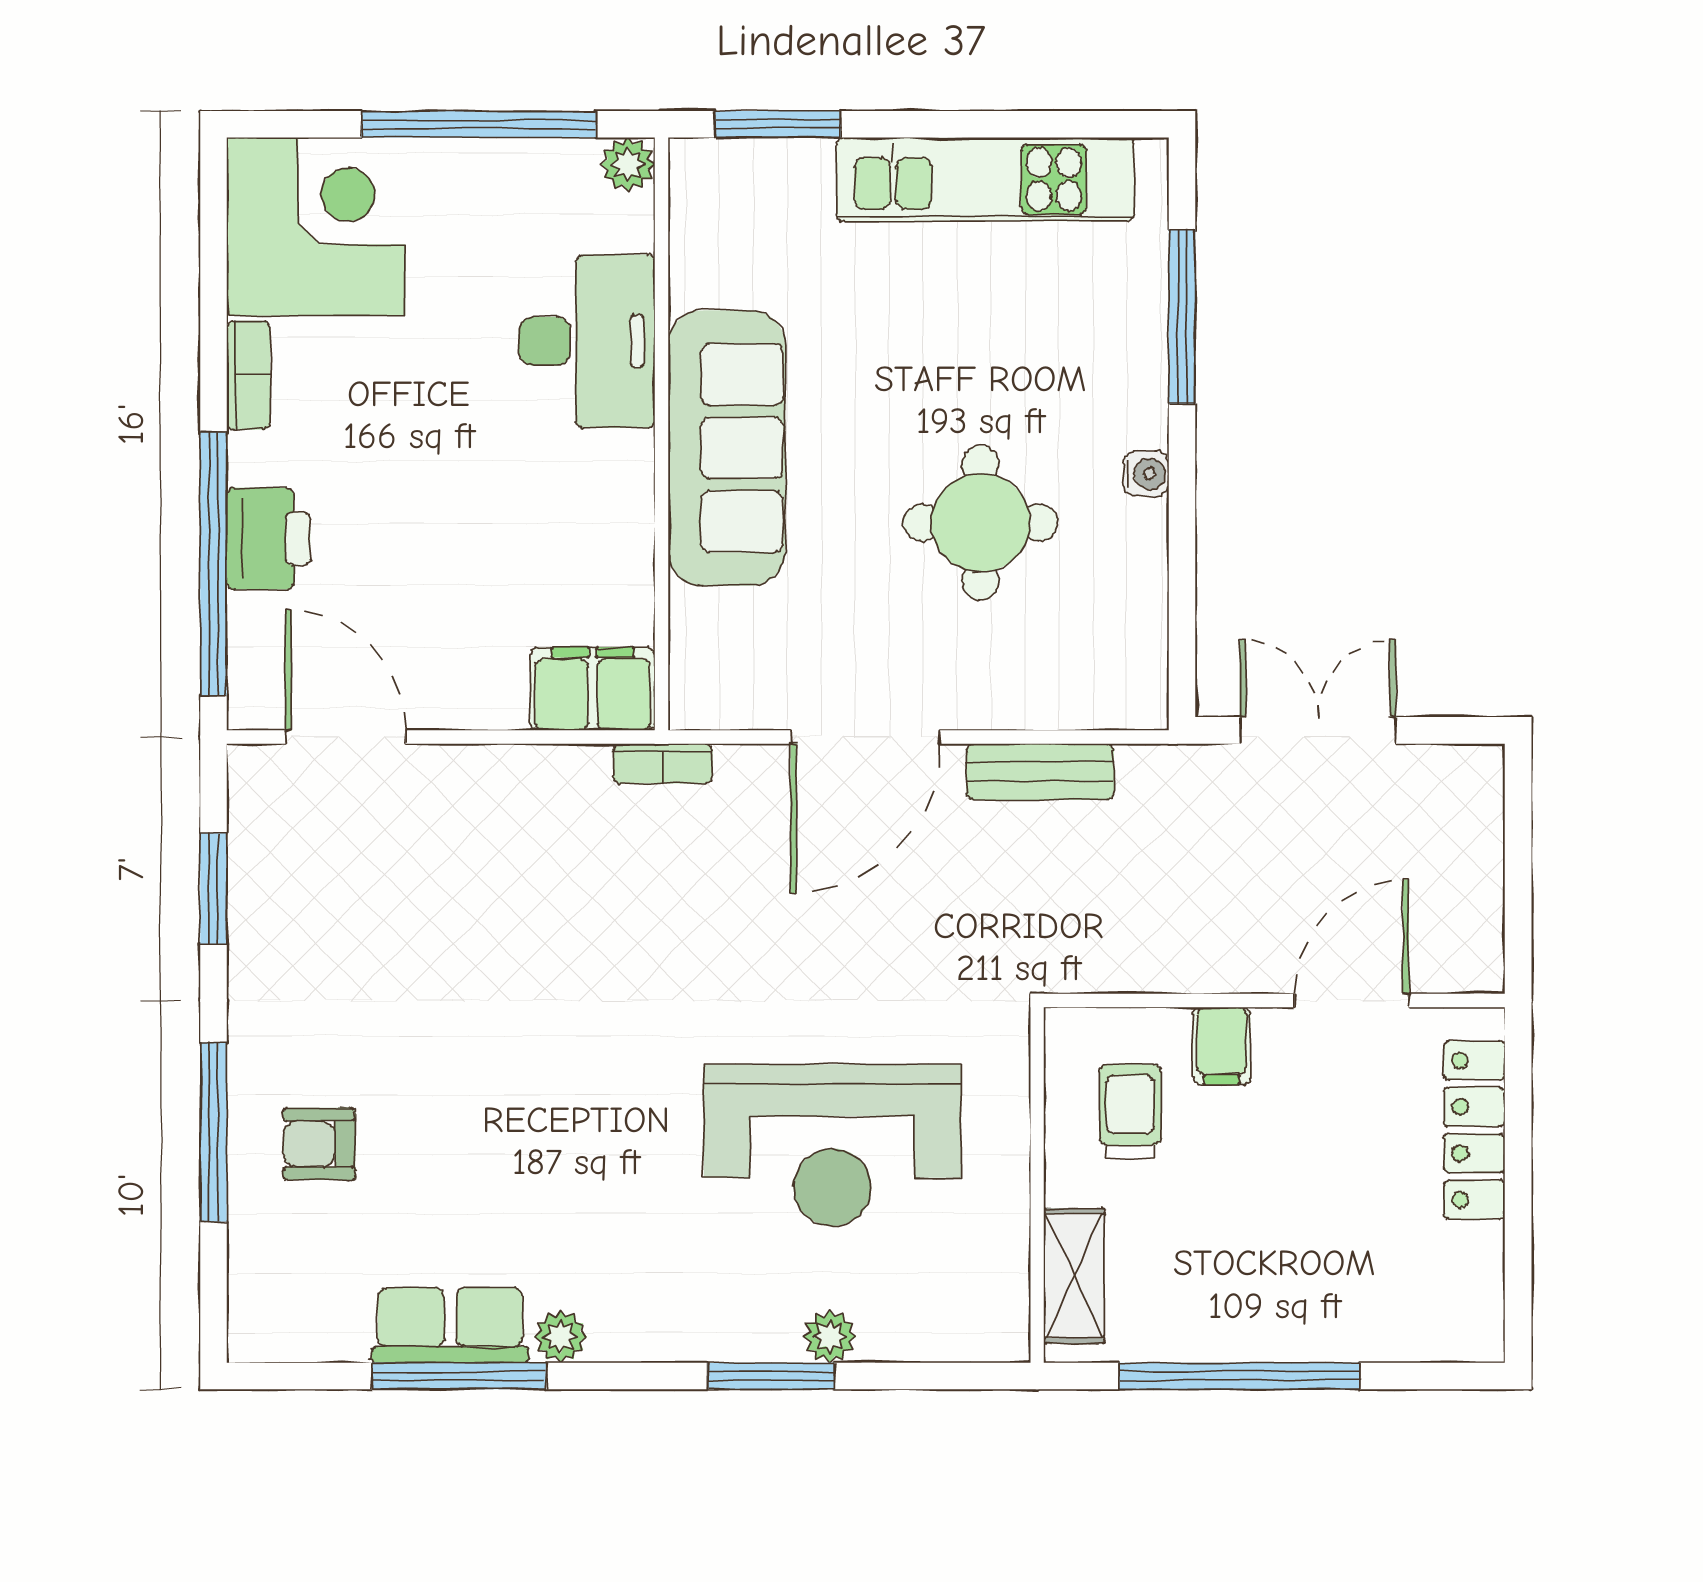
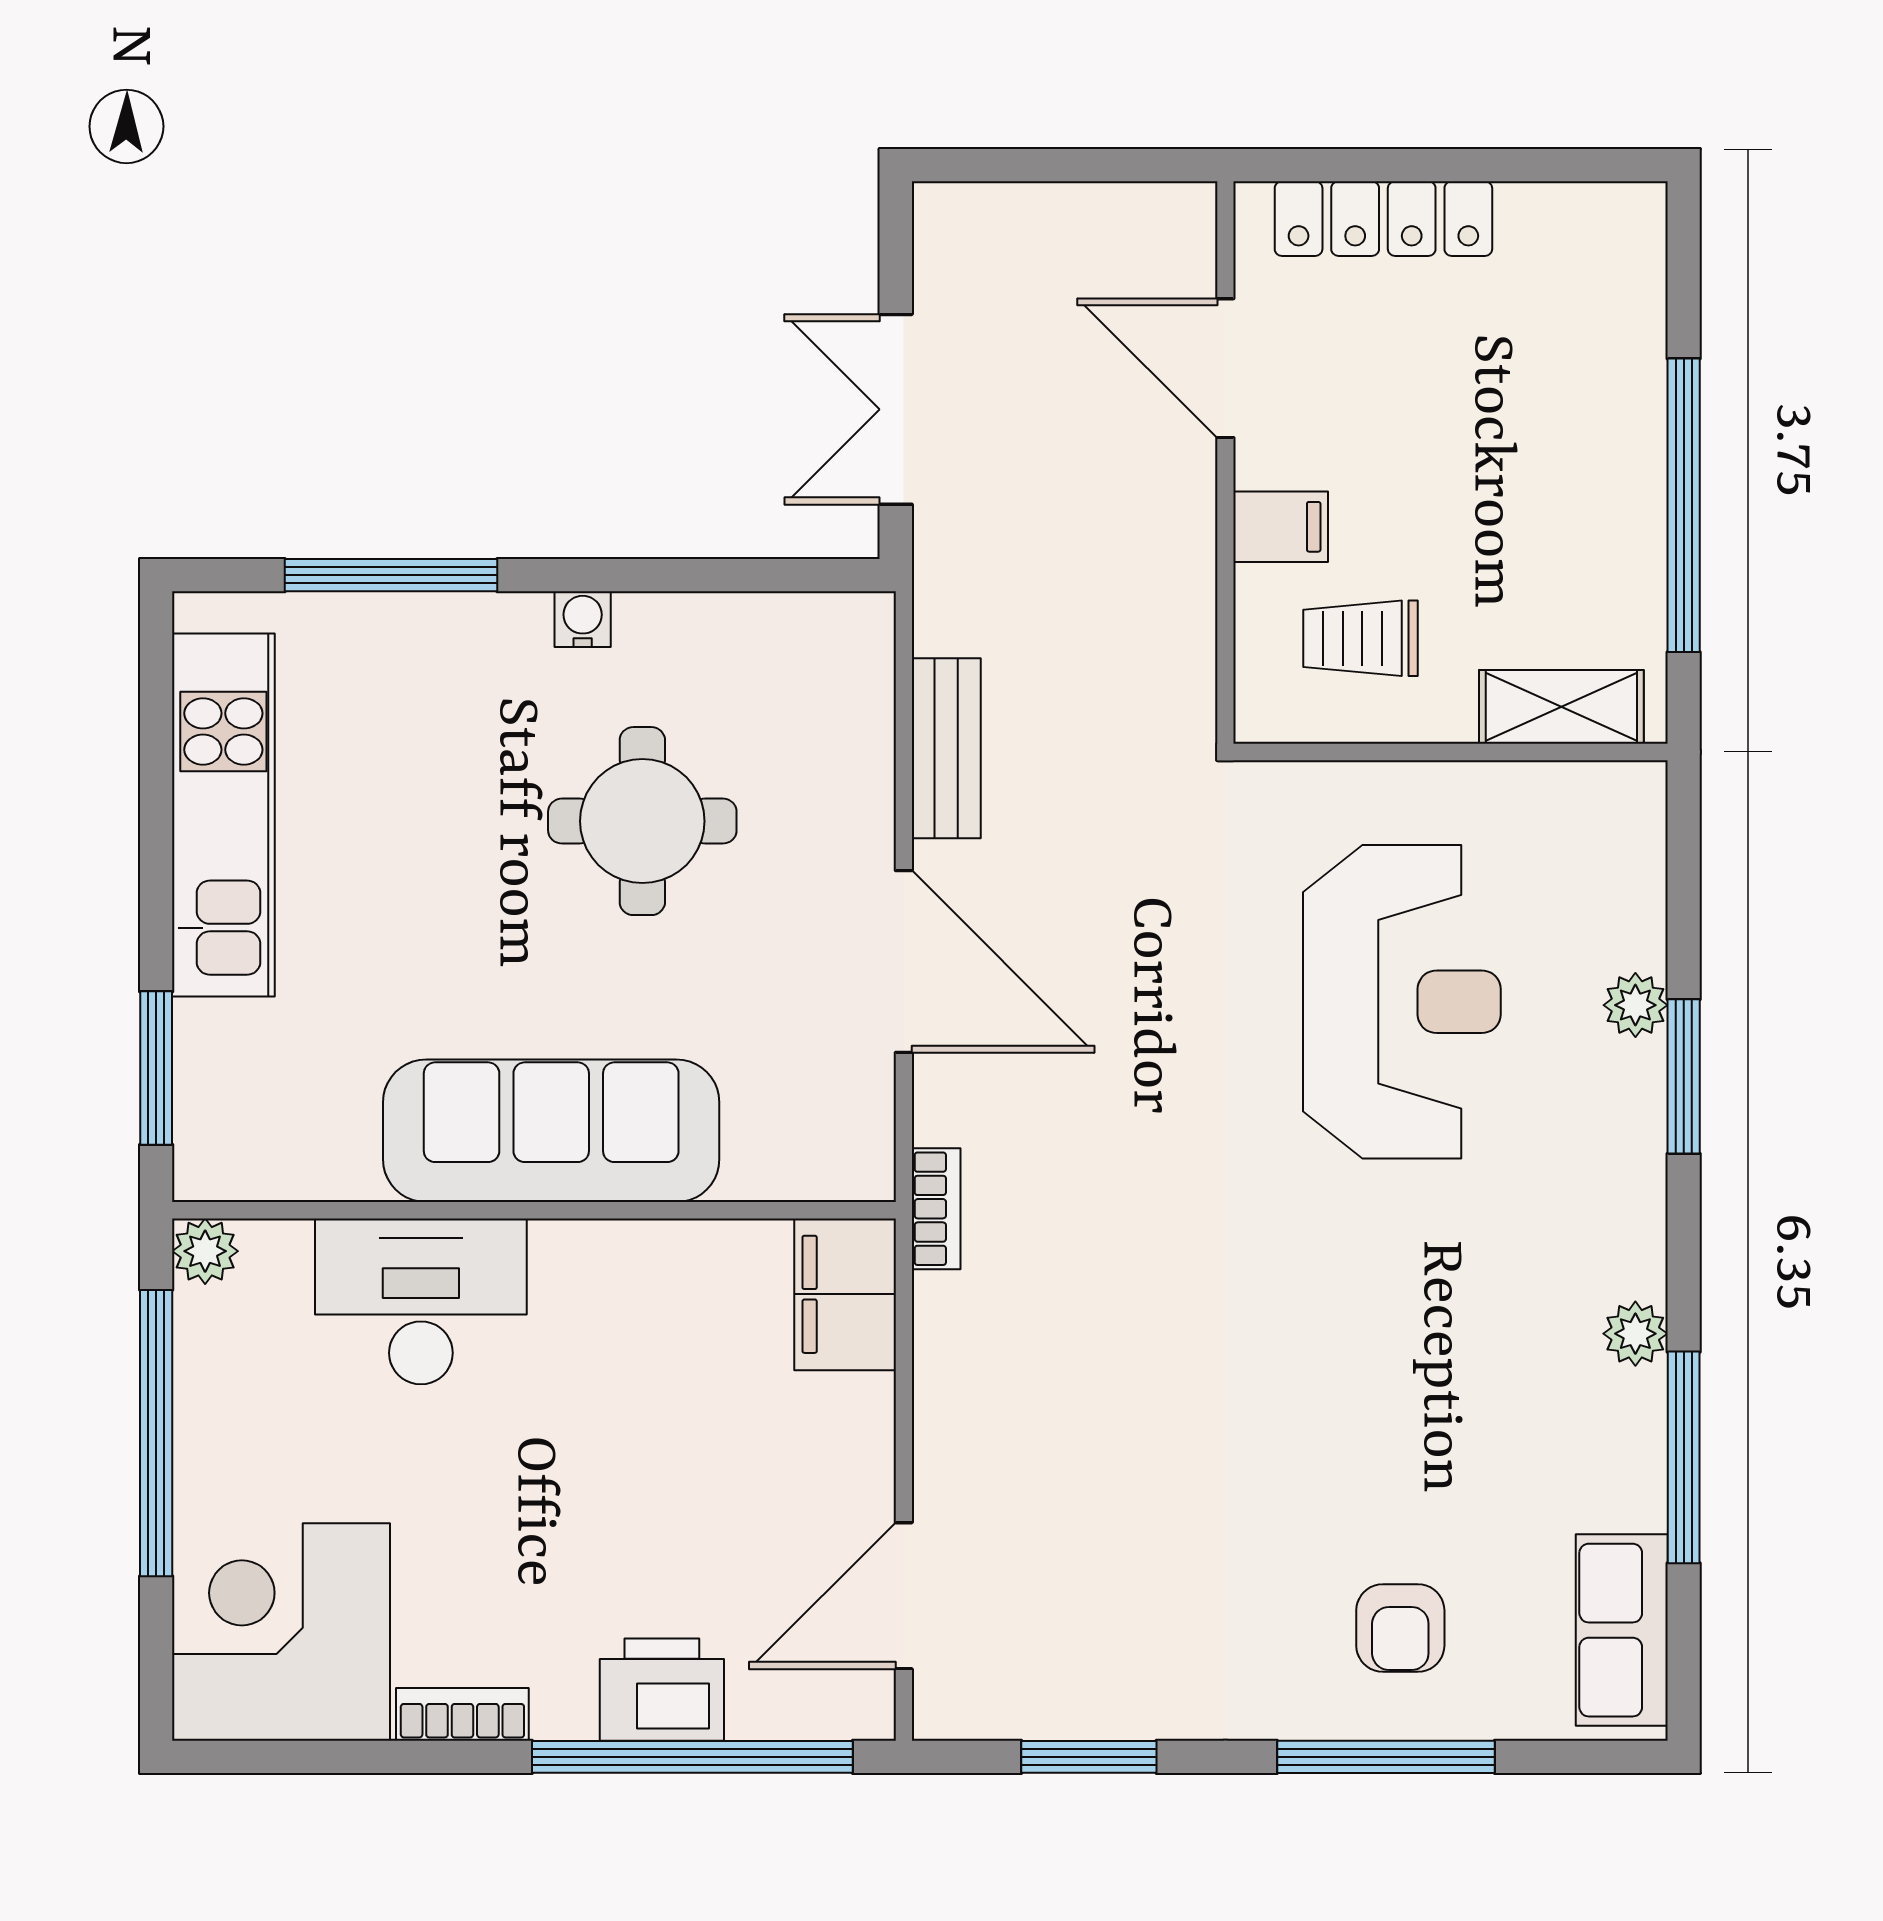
row of seats: (450, 1325) -> (1622, 1630), moved

